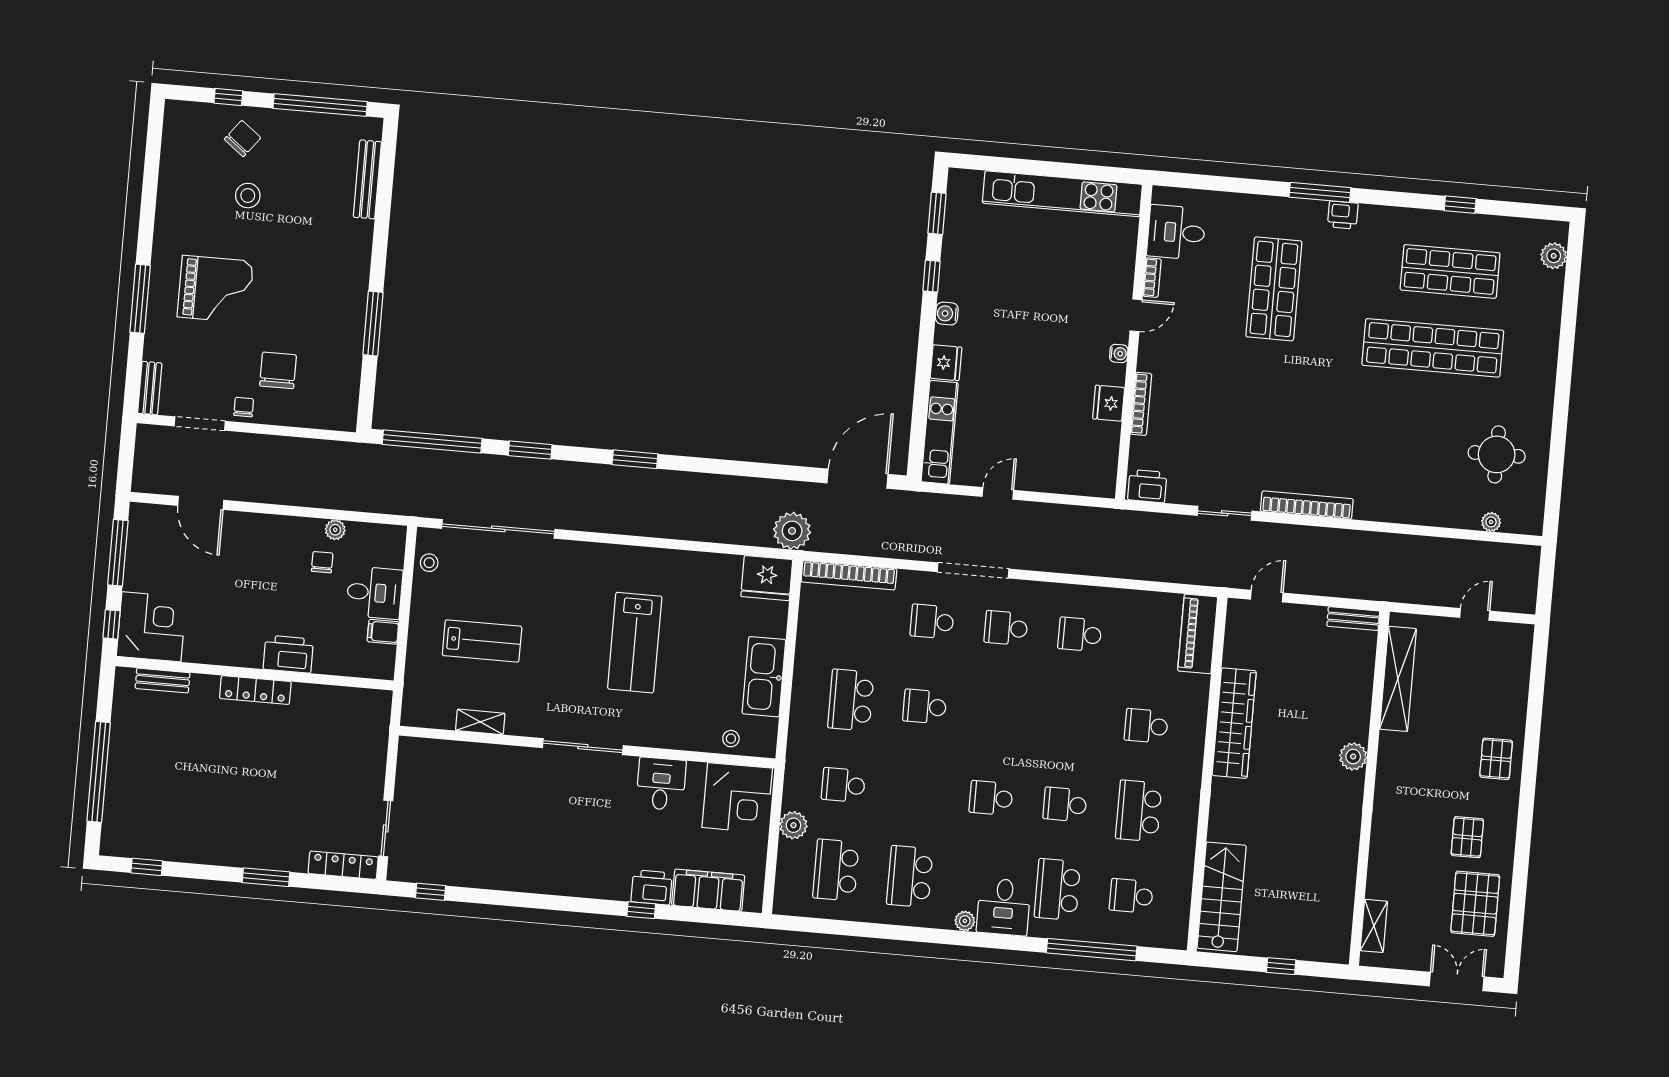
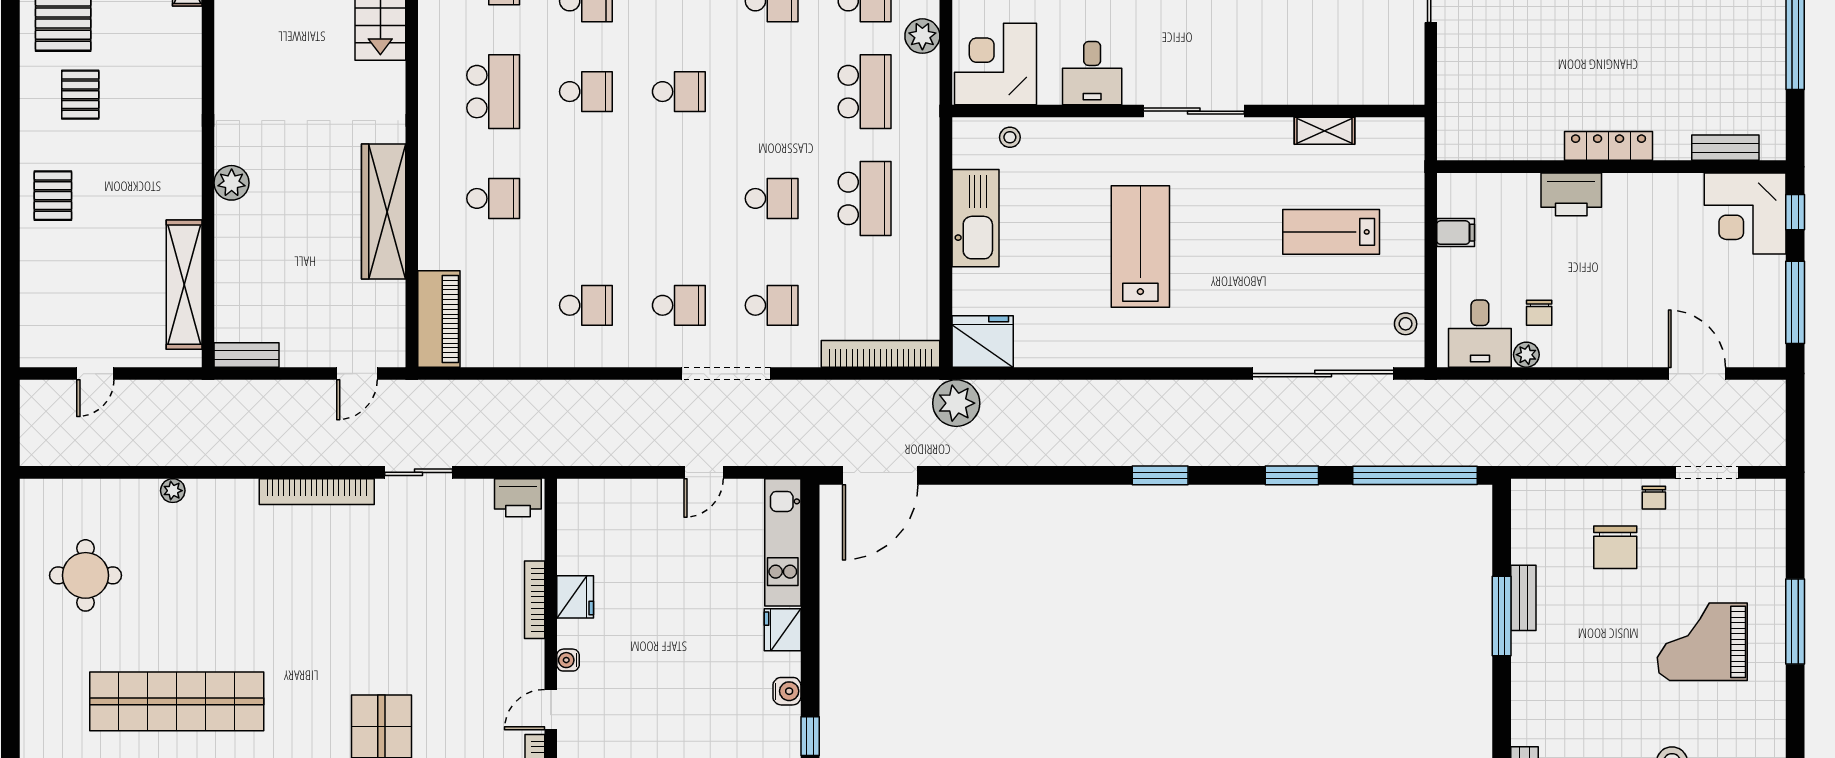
bench: (150, 388) -> (1523, 598), moved
plant: (1491, 522) -> (173, 491), moved
desk: (374, 593) -> (1480, 334), moved, turned -90
school desk: (843, 785) -> (865, 92), width x1.85

